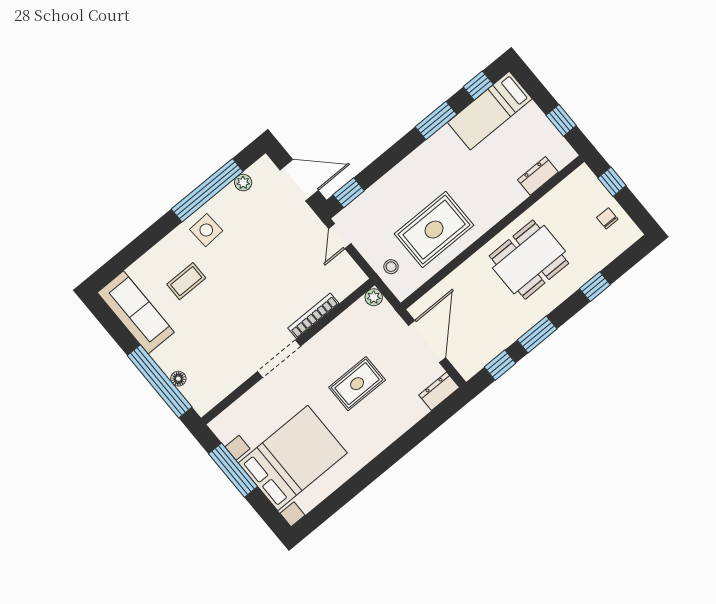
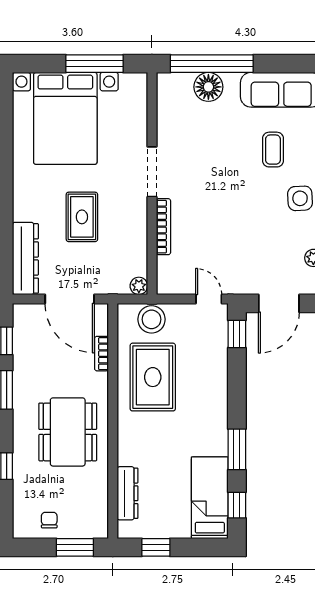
dresser: (538, 176) -> (127, 493), width x1.44
window: (612, 182) -> (75, 547), width x1.50
chair: (607, 218) -> (49, 520), turned -90
stool: (391, 267) -> (152, 319), width x1.89, depth x1.89
bookcase: (448, 283) -> (101, 354), added
floor lamp: (178, 379) -> (208, 87), width x1.89, depth x1.89
dresser: (439, 391) -> (25, 258), width x1.96, depth x1.24

